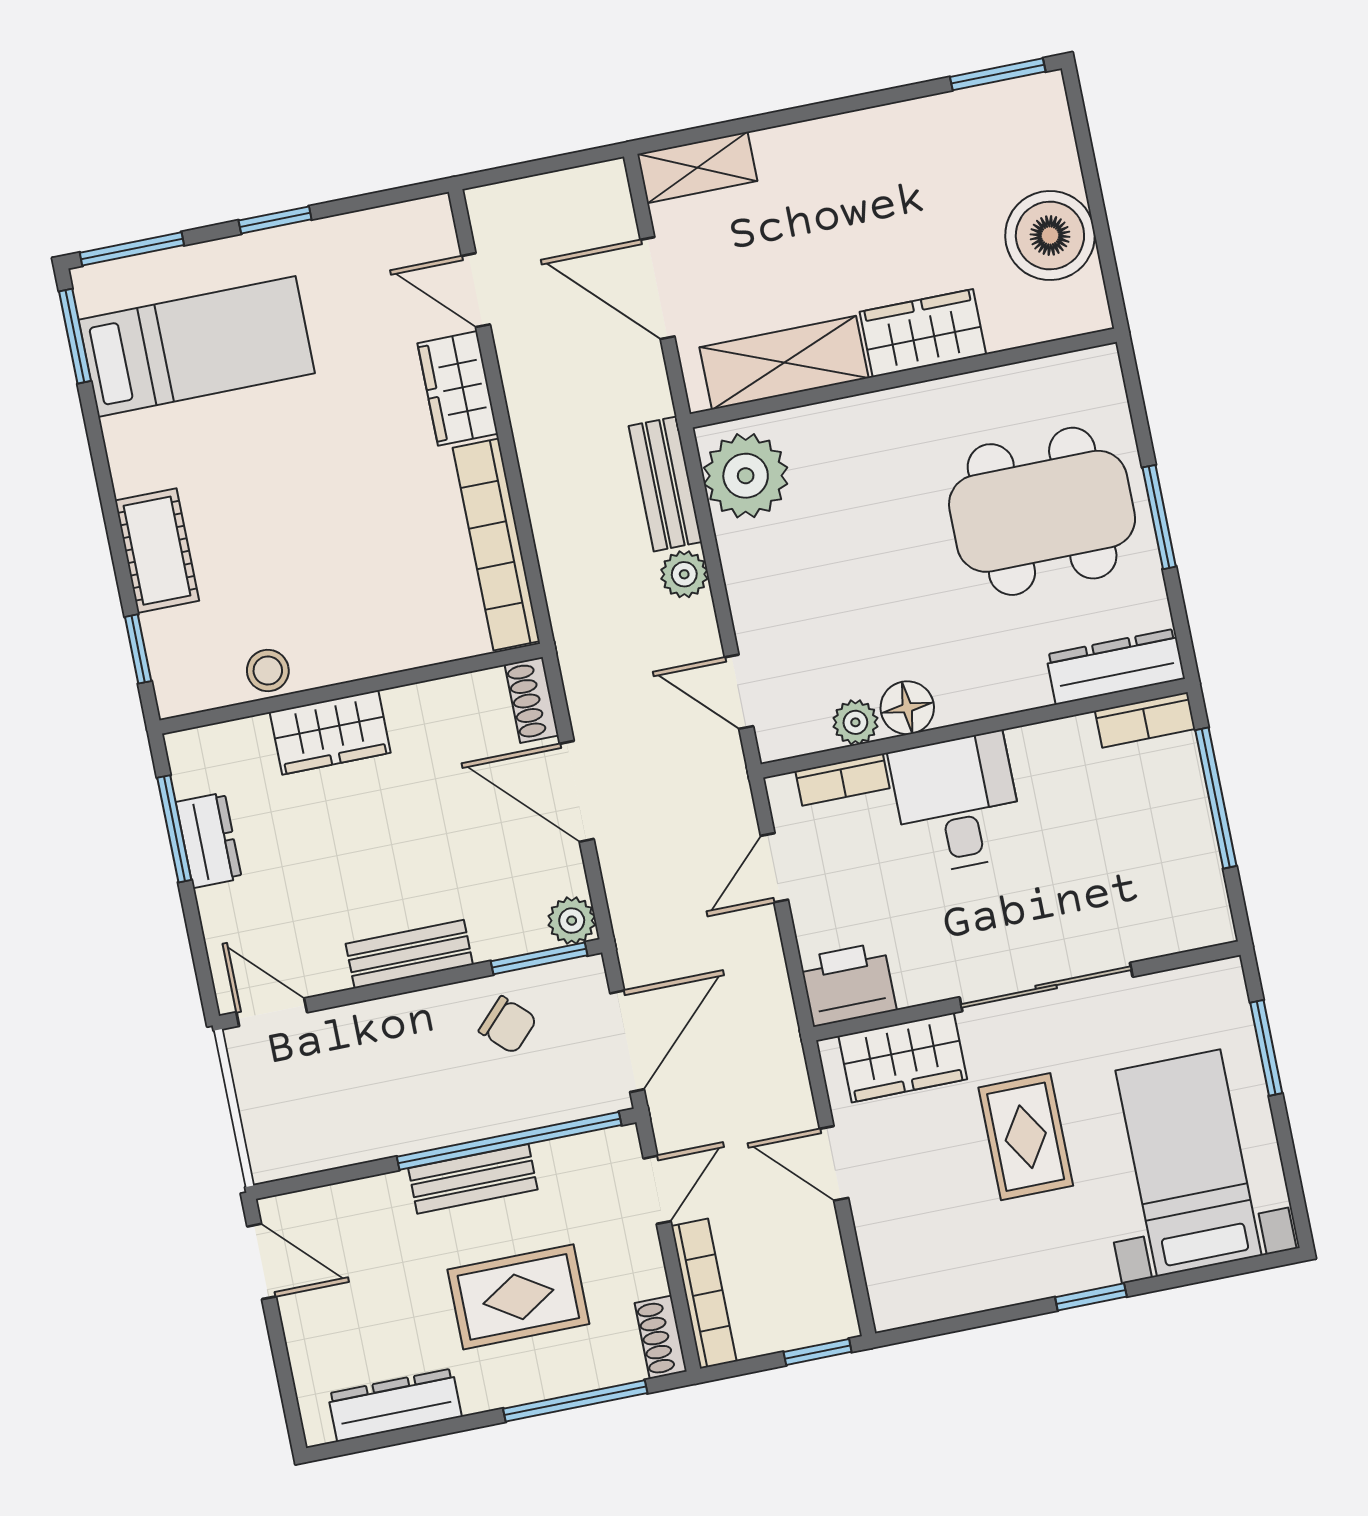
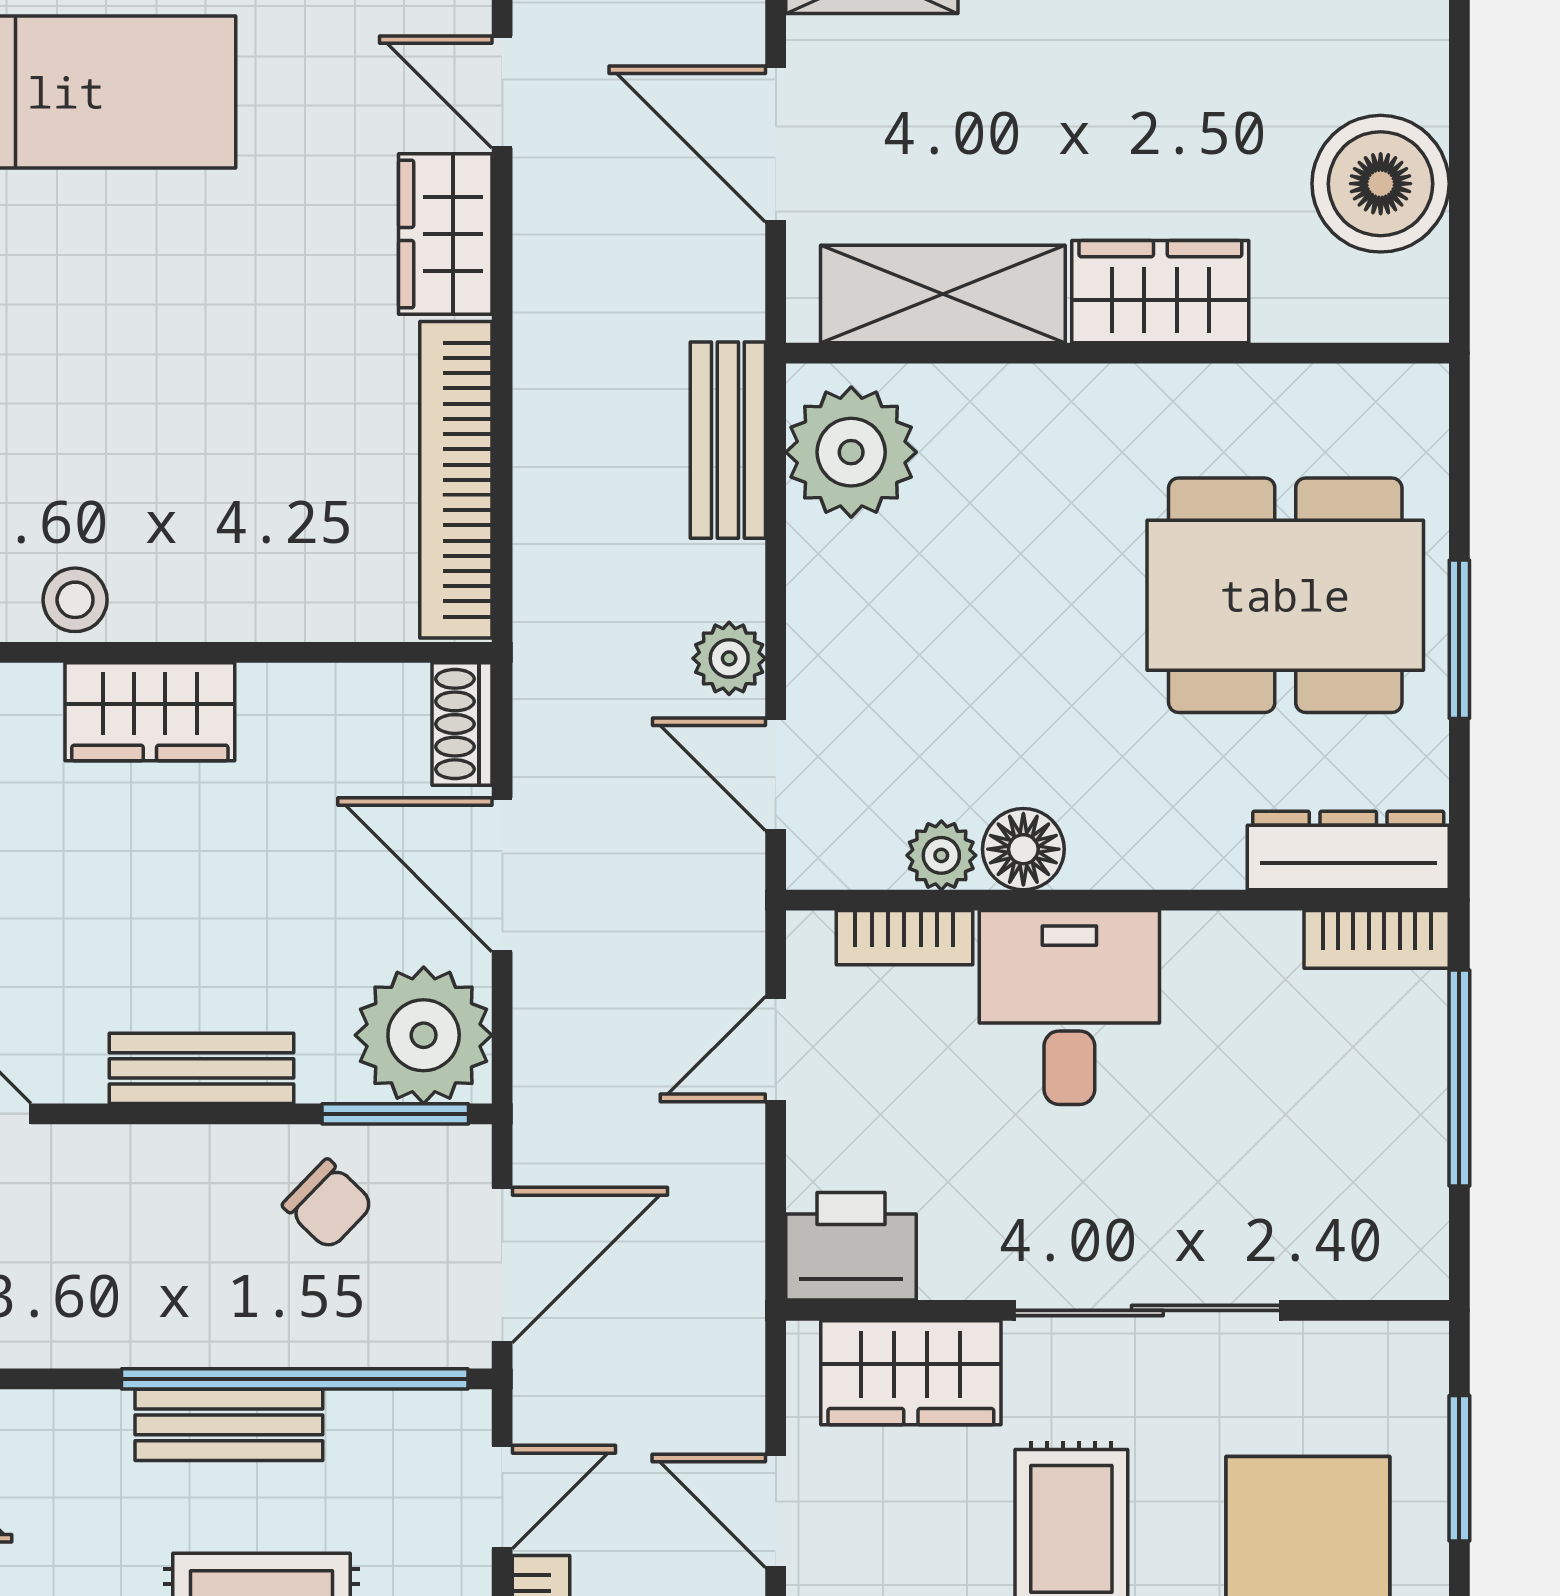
plant: (684, 574) -> (729, 658), moved
plant: (572, 921) -> (424, 1035), width x1.88, depth x1.88

